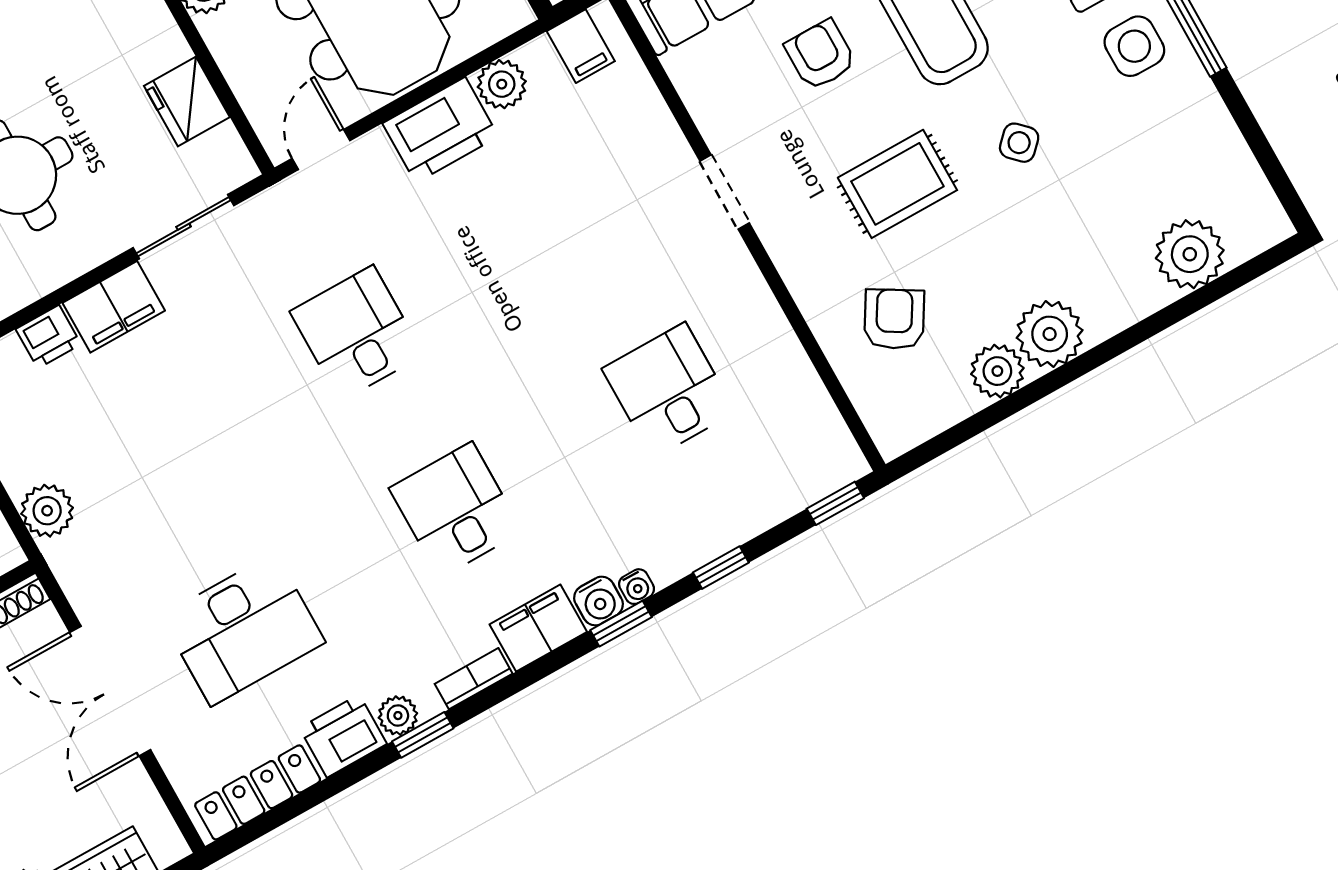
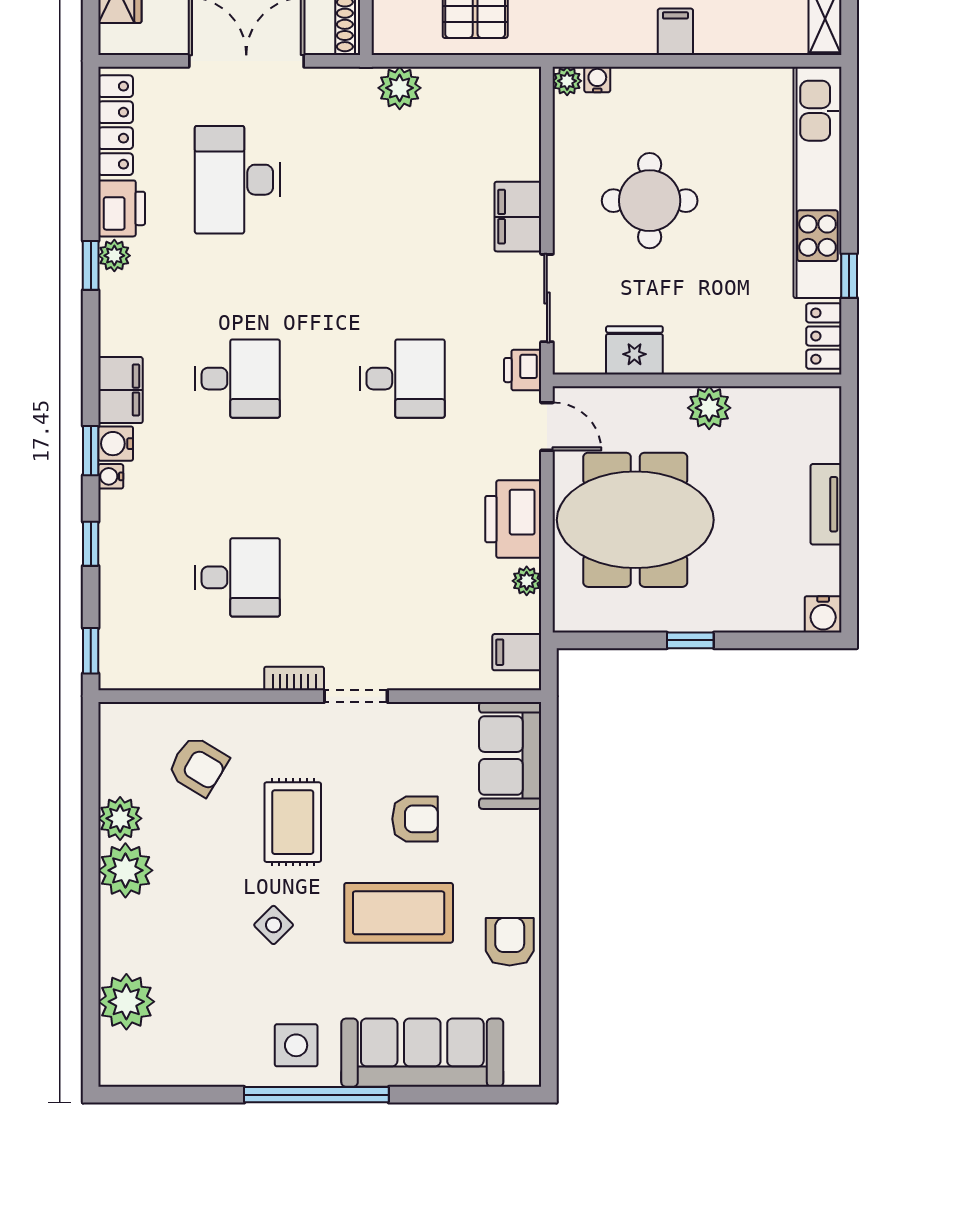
plant: (502, 84) -> (527, 581), width x0.73, depth x0.73
printer: (48, 337) -> (523, 370), moved
bookcase: (474, 679) -> (294, 678), moved, turned -90

